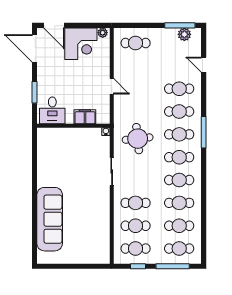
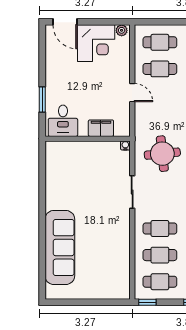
door: (35, 48) -> (42, 49), removed
cafe table: (136, 66) -> (160, 69), added
window: (138, 266) -> (147, 302), moved

